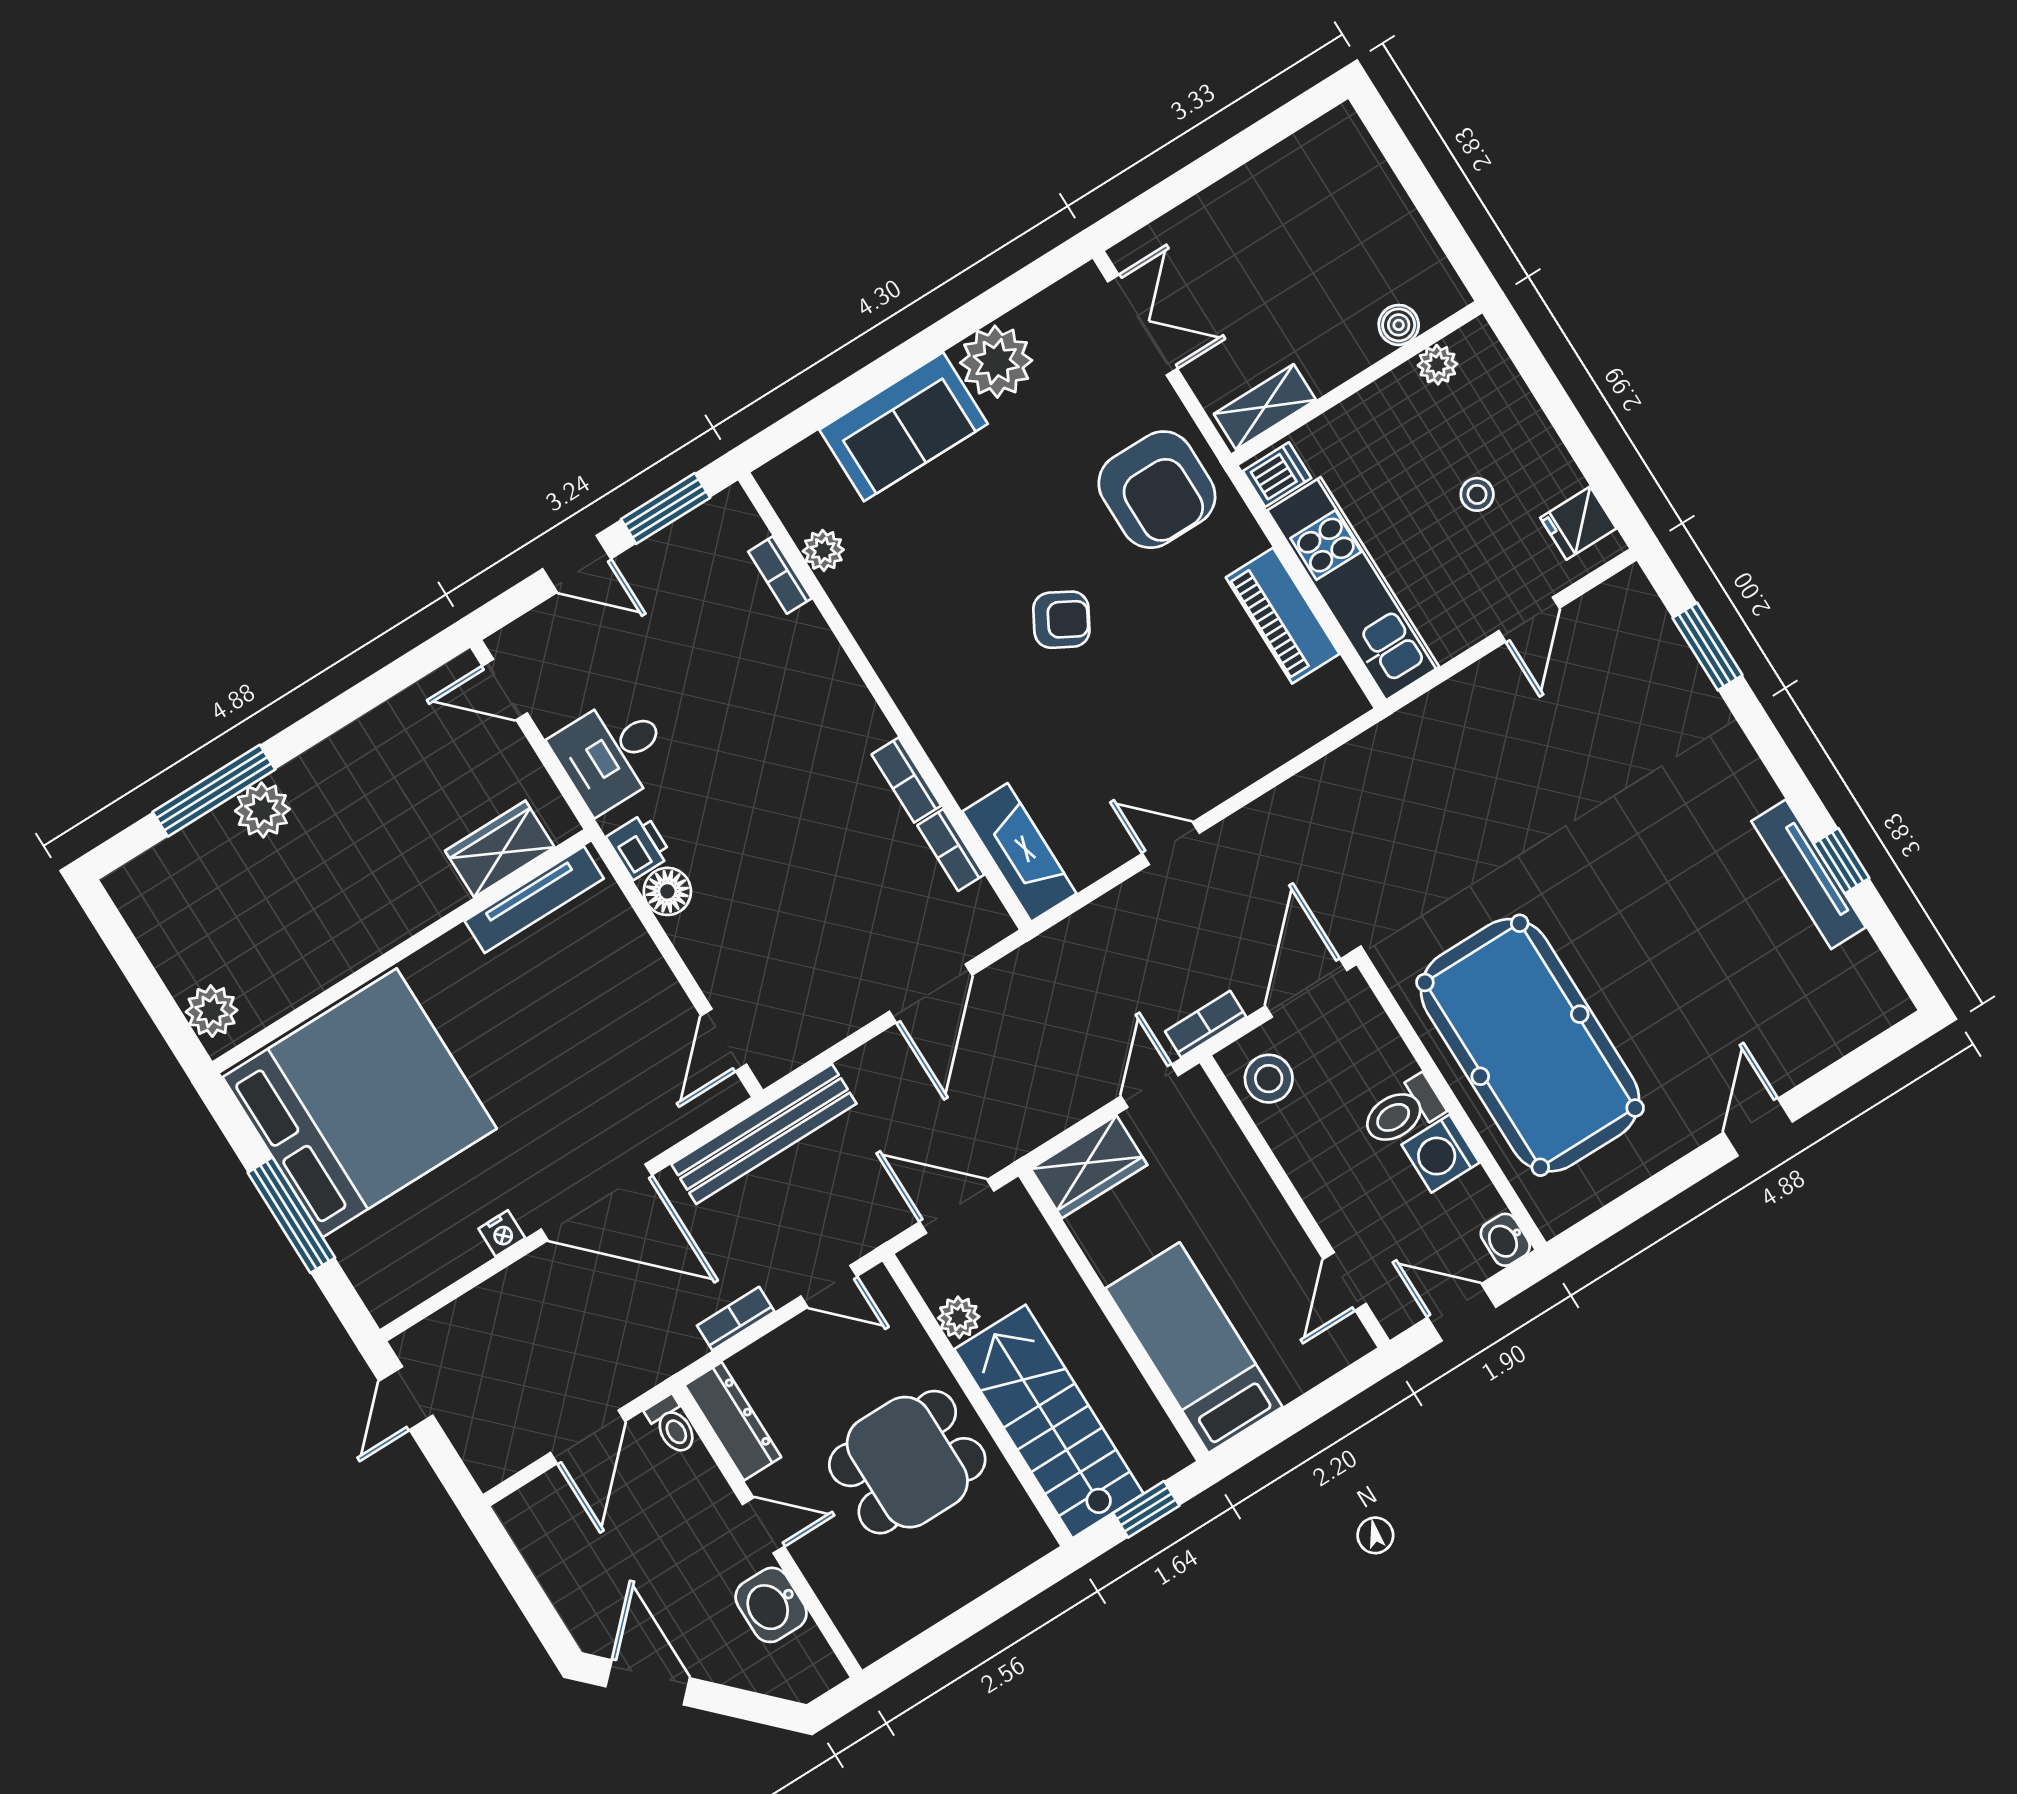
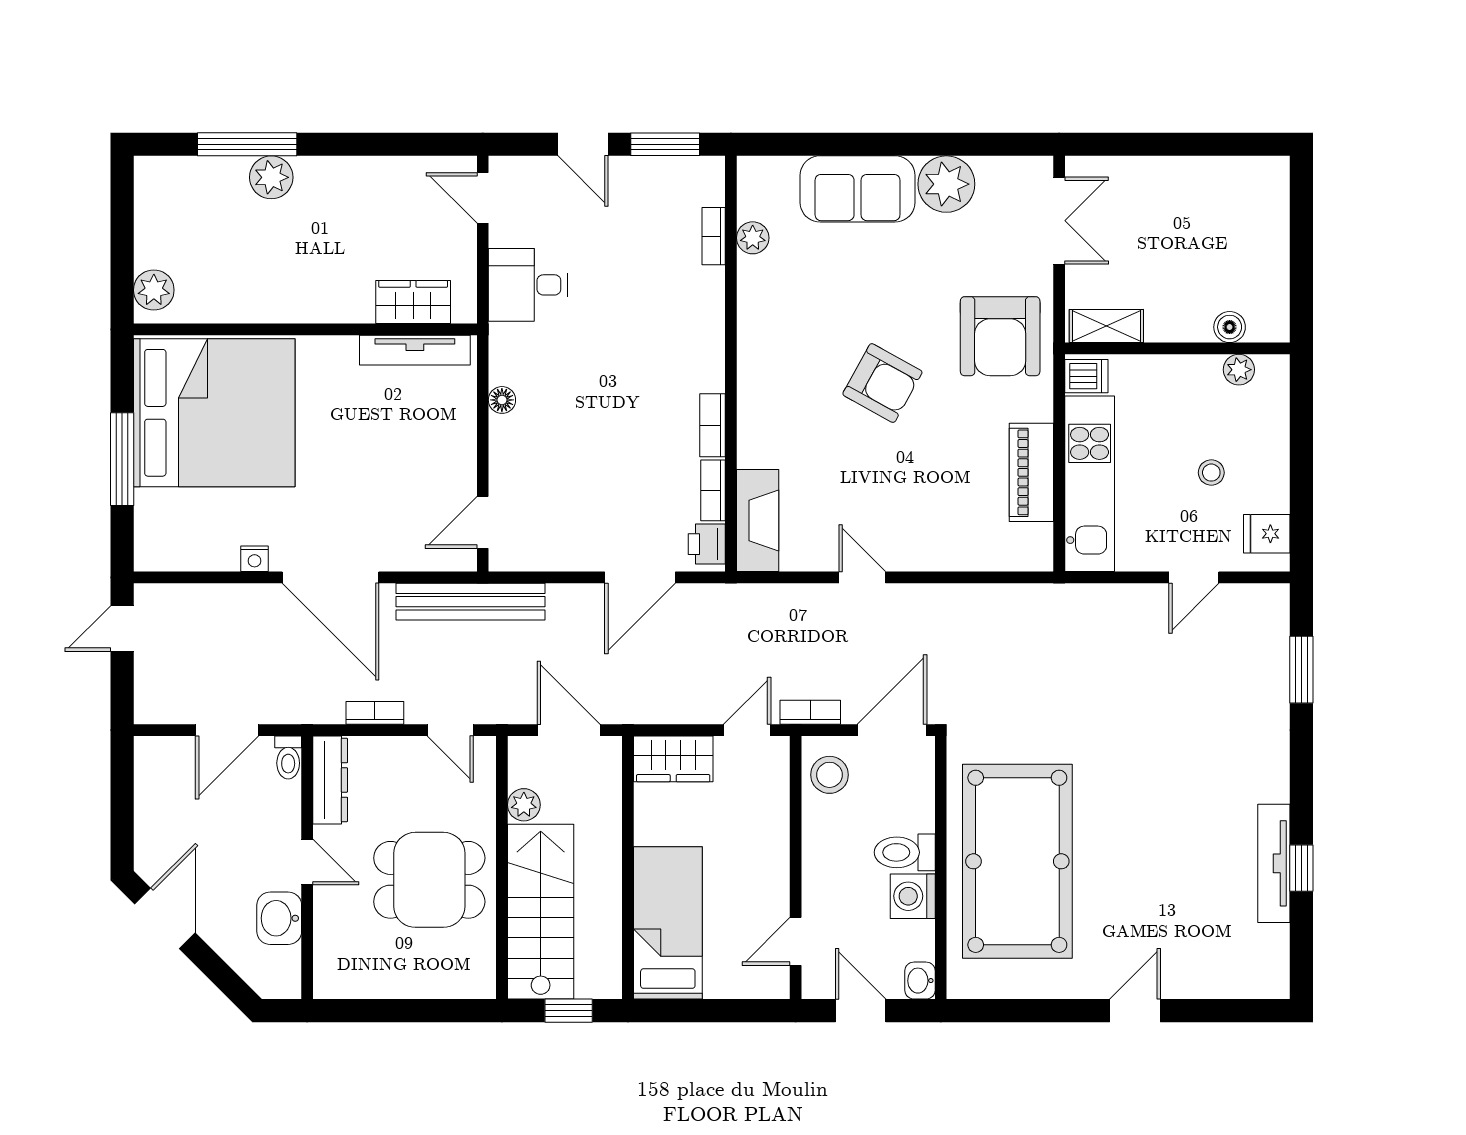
armchair: (1061, 620) -> (882, 383), width x1.38, depth x1.38
printer: (639, 846) -> (707, 544), moved, turned 180
floor lamp: (667, 891) -> (502, 400), width x0.73, depth x0.73

